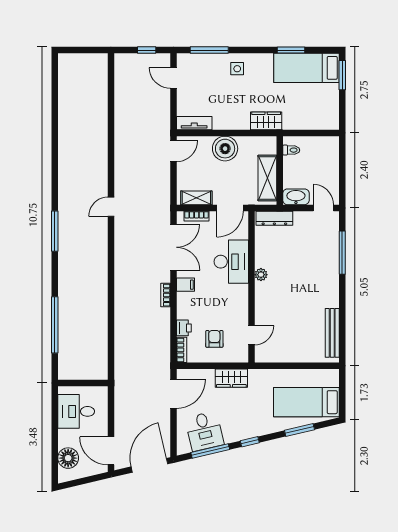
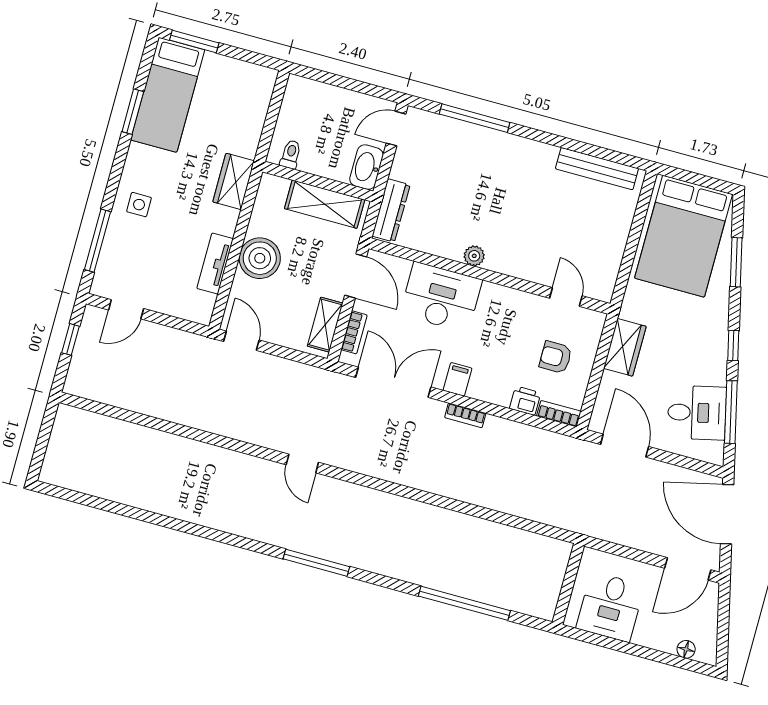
tv unit: (194, 123) -> (215, 264), moved
bed: (306, 402) -> (683, 236), width x1.50
floor lamp: (68, 458) -> (686, 649), width x0.53, depth x0.53

